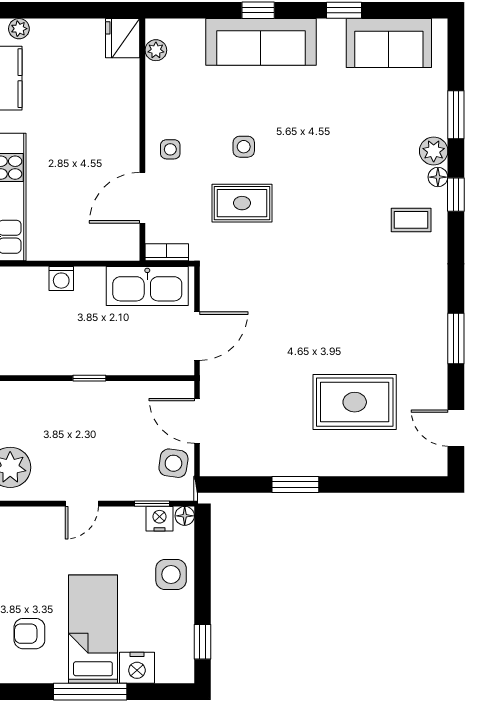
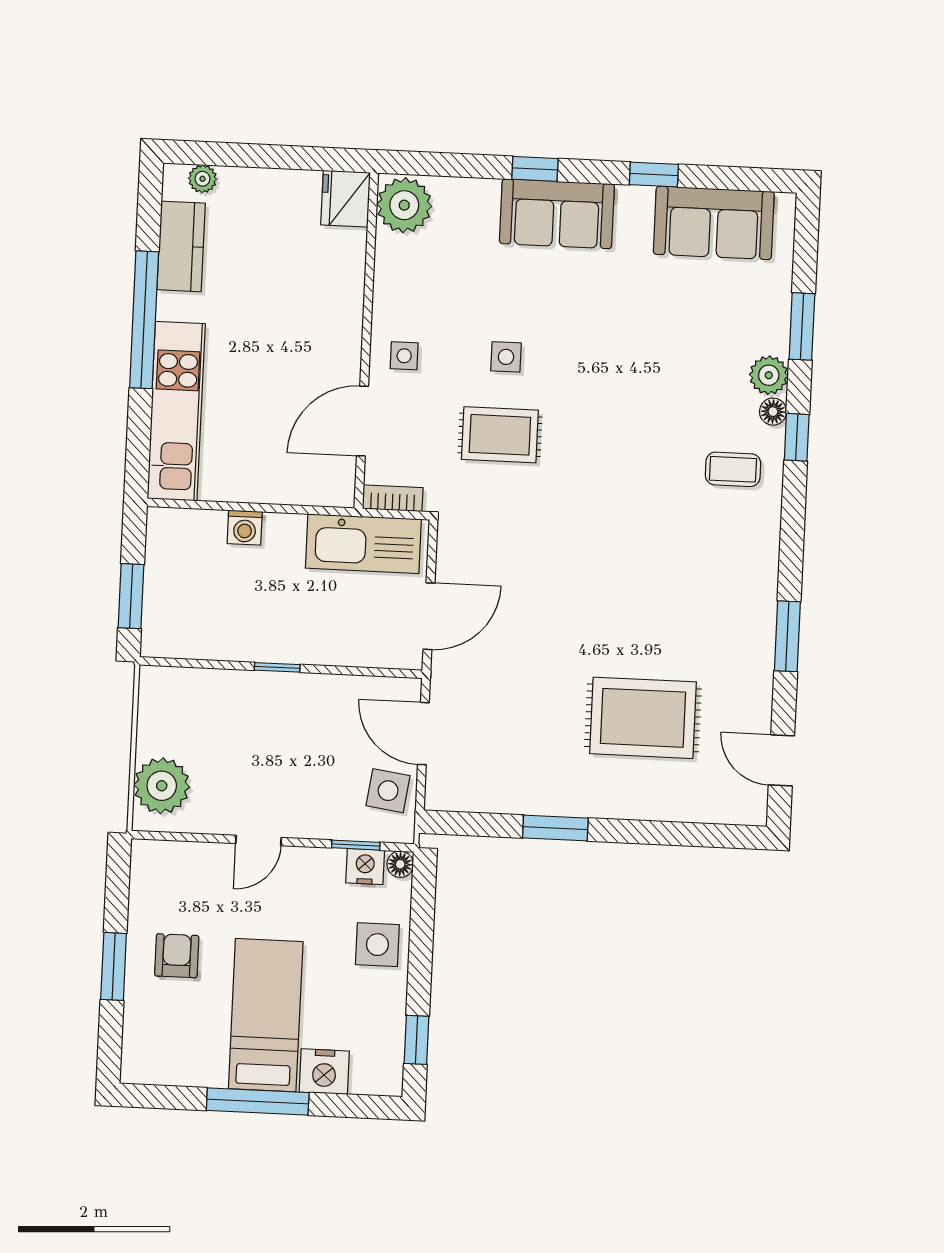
sofa: (261, 42) -> (557, 214), width x0.73
plant: (156, 50) -> (404, 205), width x1.87, depth x1.87
armchair: (29, 634) -> (177, 956), moved, turned 90

